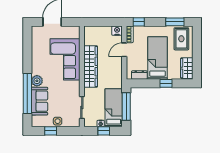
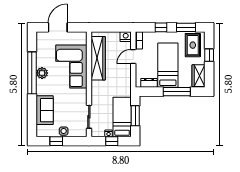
window: (139, 22) -> (161, 27), moved
window: (197, 49) -> (209, 55), added
wardrobe: (91, 67) -> (98, 58), moved
plant: (37, 81) -> (42, 73), moved
window: (166, 83) -> (177, 92), width x2.17
window: (27, 94) -> (32, 73), moved
window: (126, 107) -> (135, 116), width x0.69

